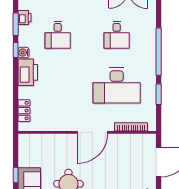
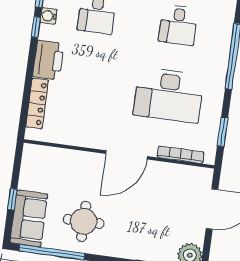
water cooler: (24, 52) -> (49, 16), moved
window: (159, 94) -> (223, 132), moved
locker: (24, 111) -> (37, 104), width x1.53

